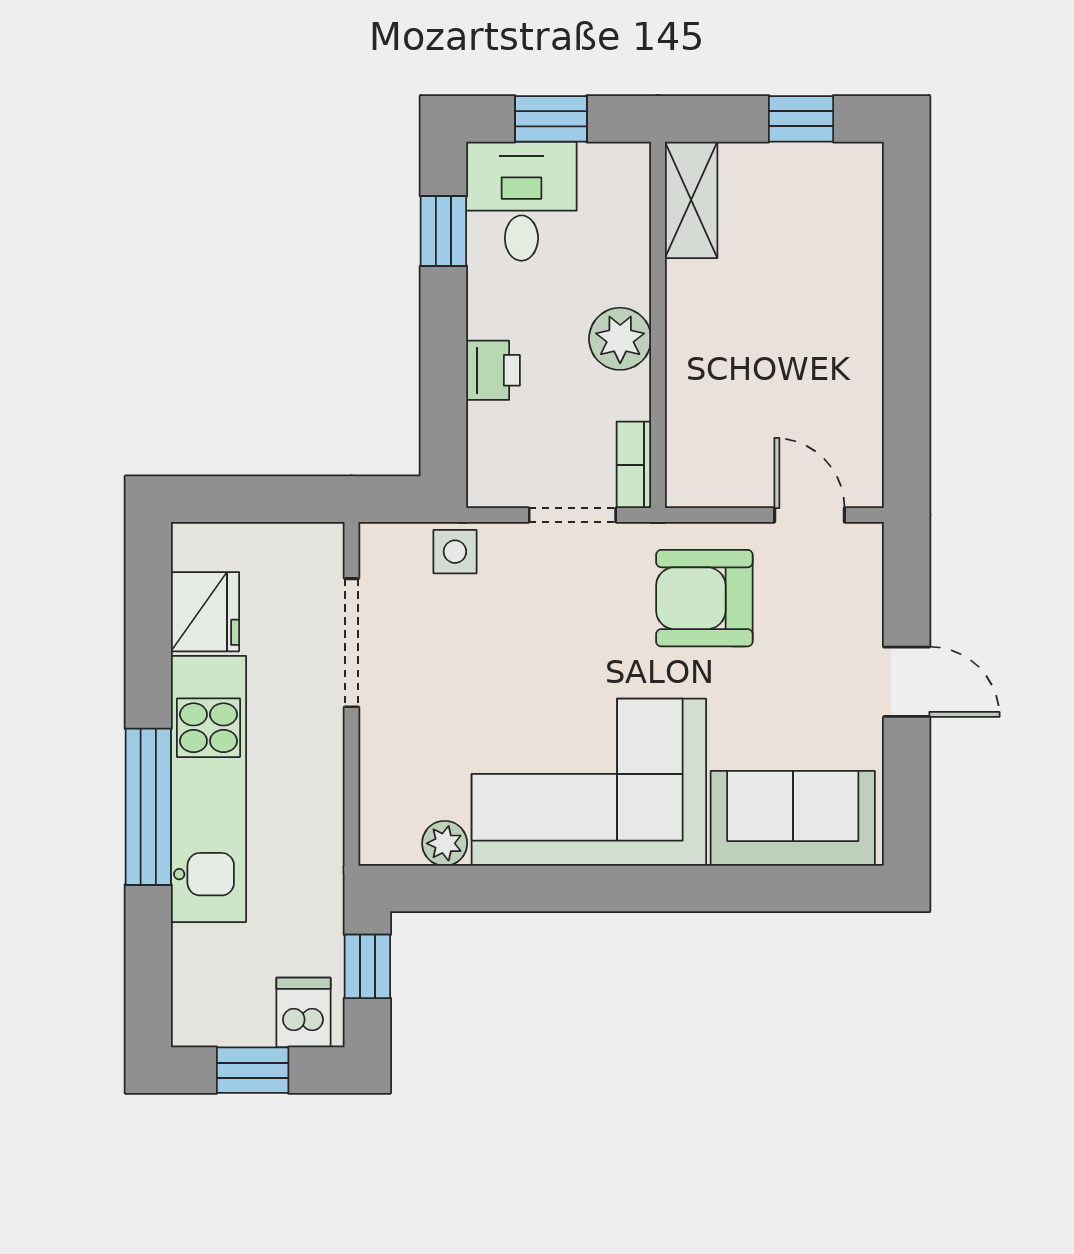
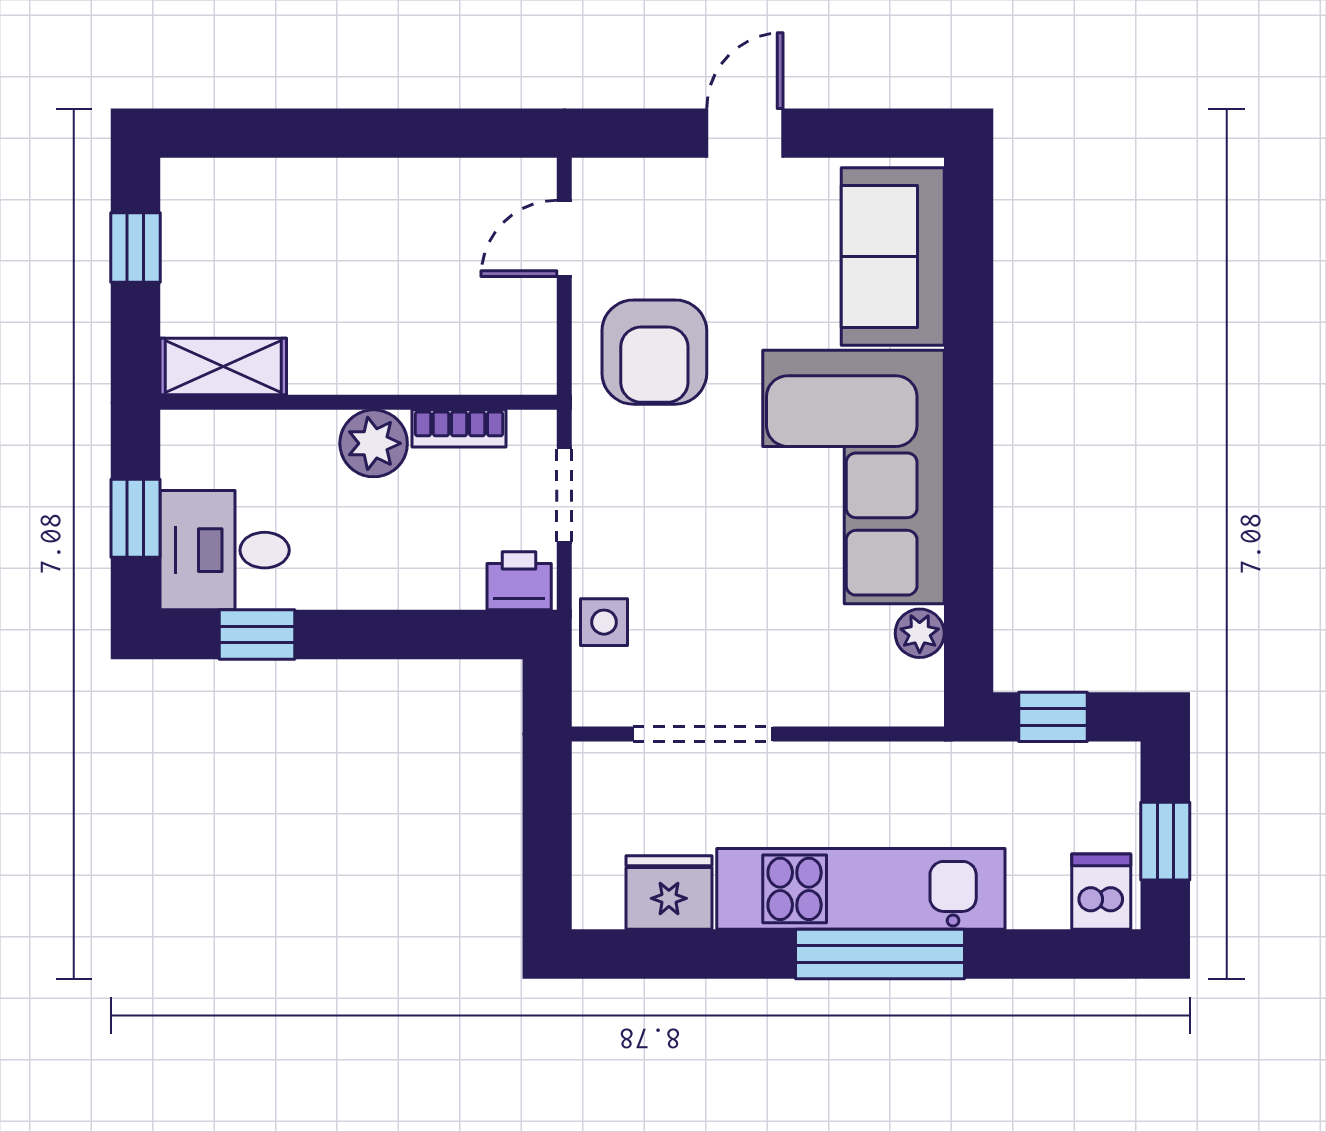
printer: (493, 370) -> (519, 581), moved
bookcase: (634, 465) -> (459, 428), moved
dishwasher: (304, 1013) -> (1101, 892), moved, turned 90

